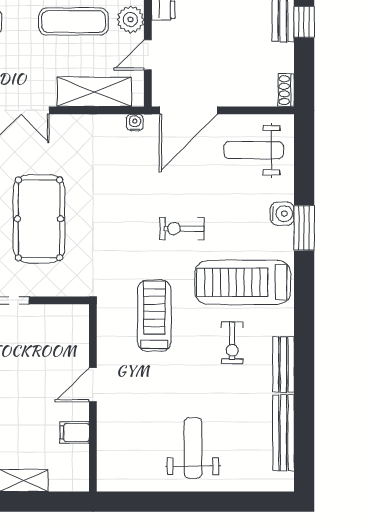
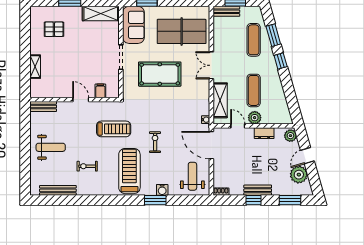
exercise bike: (232, 343) -> (87, 166), moved
bench: (283, 365) -> (43, 107), moved
filing cabinet: (74, 433) -> (100, 91), moved

